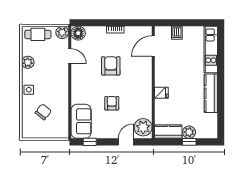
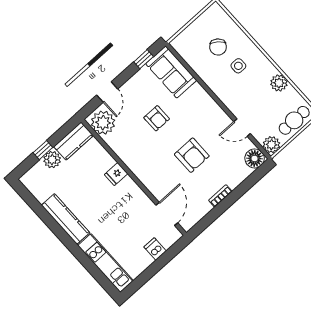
side table: (29, 90) -> (238, 66), moved

